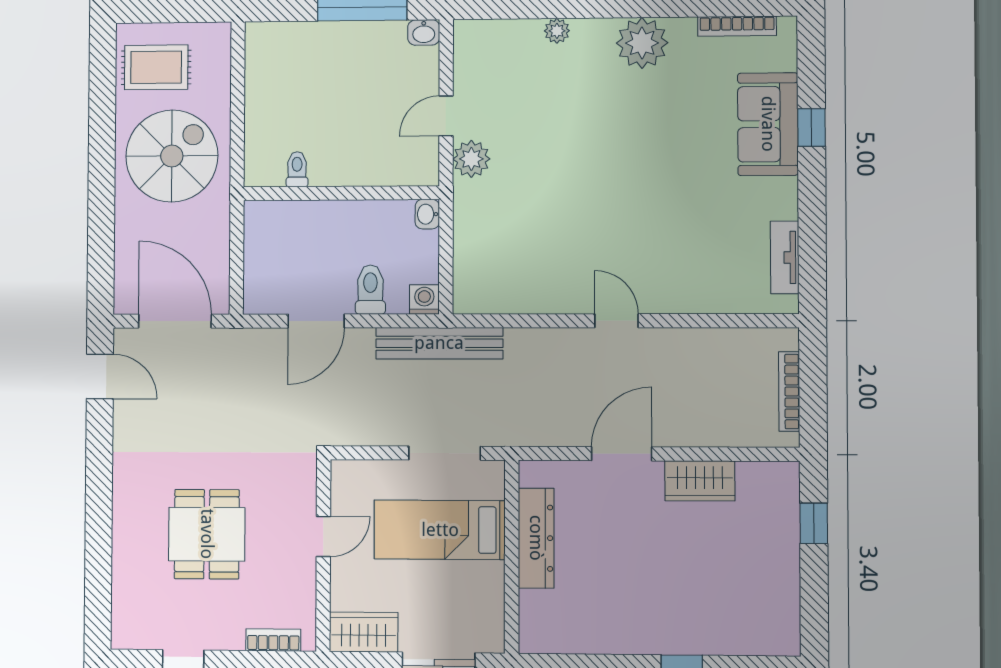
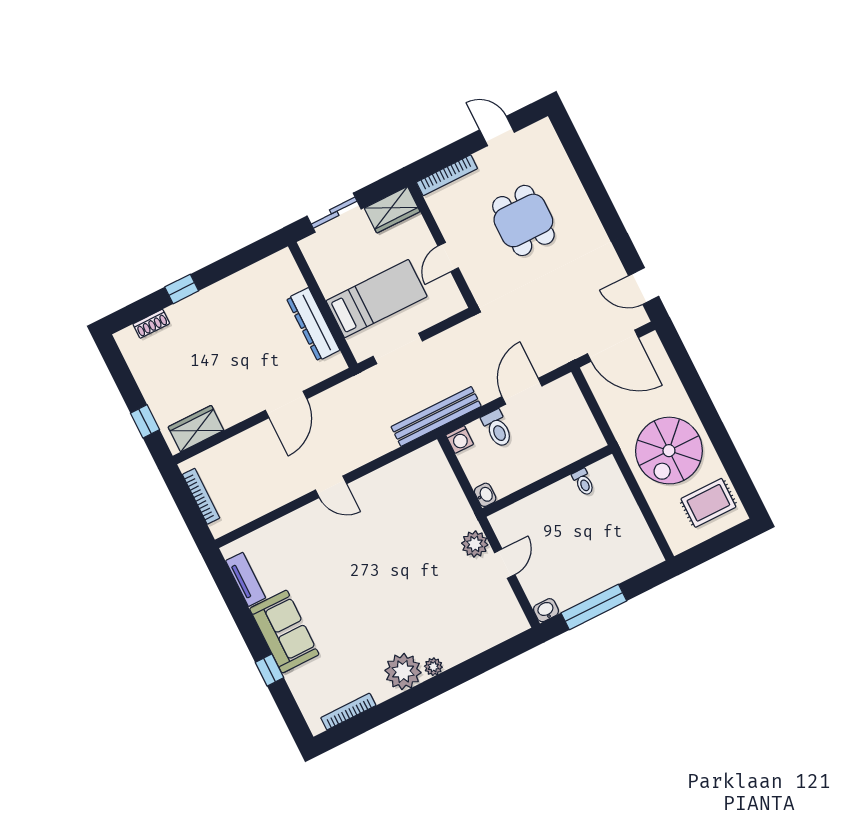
plant: (557, 31) -> (433, 667), moved
sofa: (768, 124) -> (284, 632), moved
wardrobe: (700, 481) -> (196, 429), moved
bookcase: (273, 640) -> (447, 175), width x1.56
shoe rack: (743, 644) -> (151, 324), added

